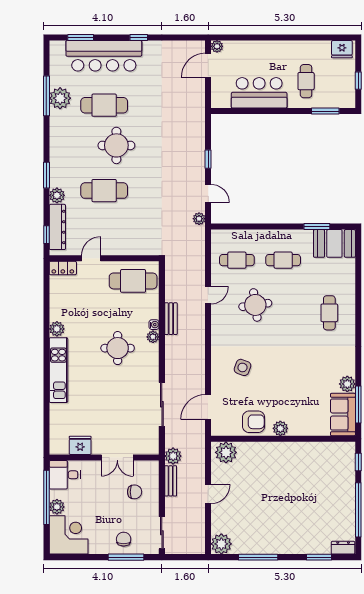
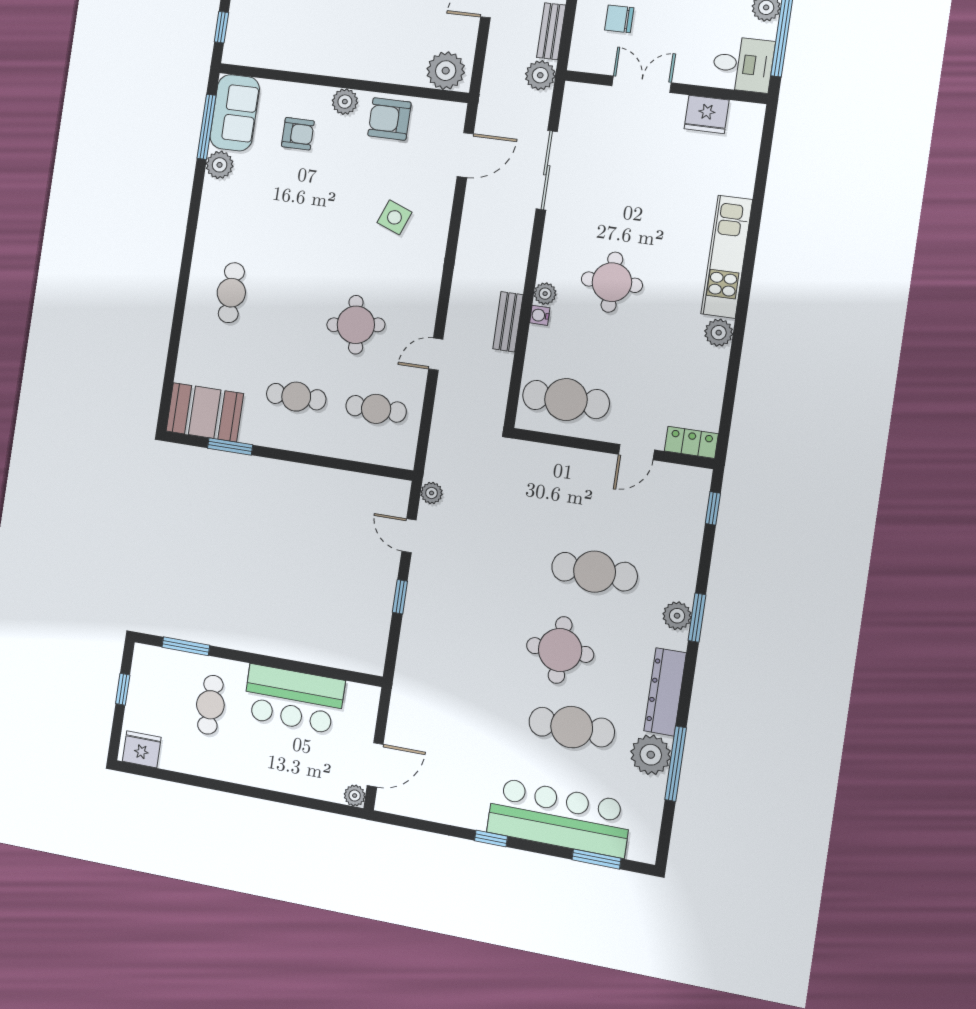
plant: (57, 195) -> (677, 616), moved
dresser: (57, 227) -> (665, 692), moved
armchair: (305, 407) -> (298, 134), added

